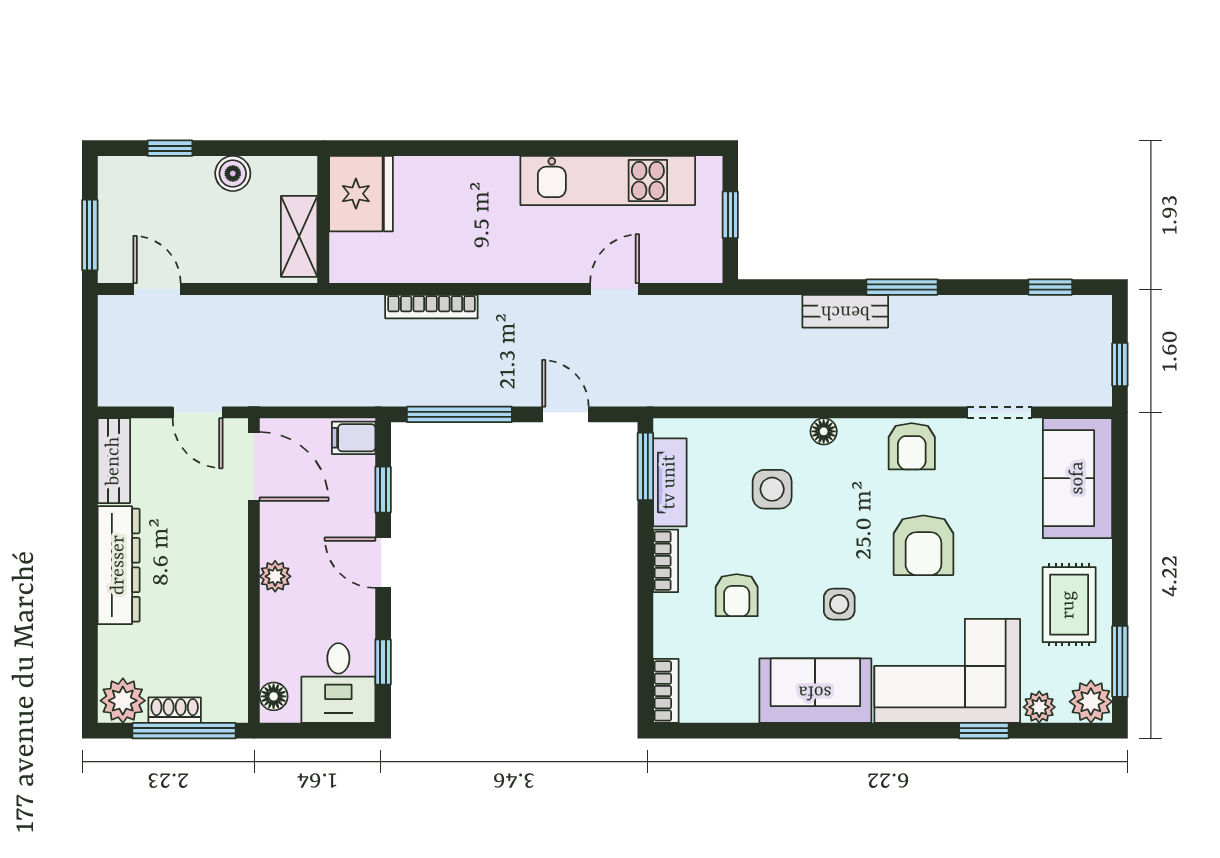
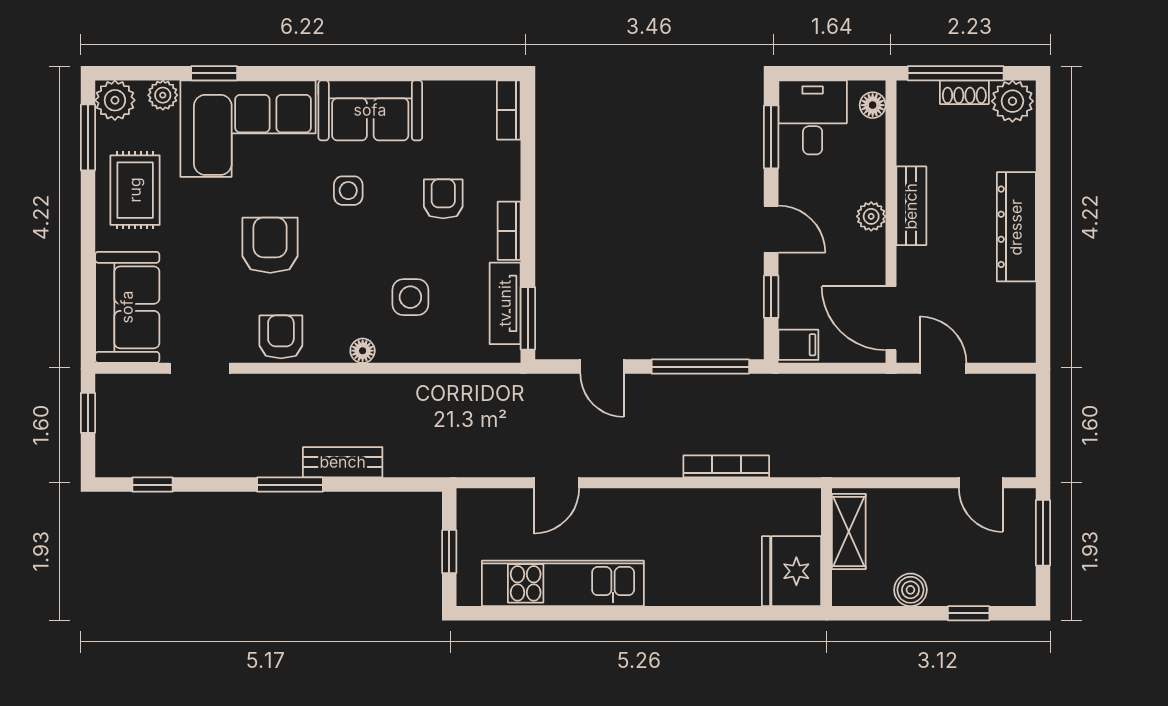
bench: (114, 461) -> (911, 206), moved
window: (383, 662) -> (771, 137), width x1.50

